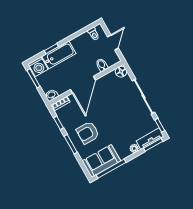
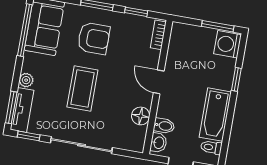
bathtub: (59, 55) -> (215, 115), moved
floor lamp: (121, 72) -> (141, 116), moved
door: (83, 85) -> (159, 82), width x0.53
washbasin: (52, 95) -> (158, 143), moved
coffee table: (116, 118) -> (82, 88), added
armchair: (88, 133) -> (94, 38), turned 90

